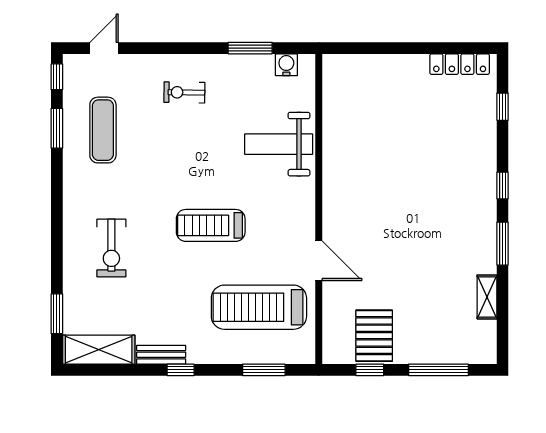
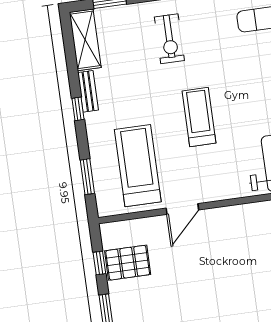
exercise bike: (111, 248) -> (169, 39), turned -90

